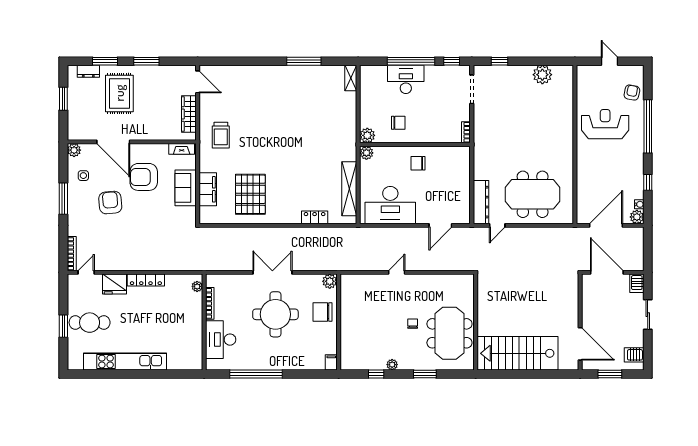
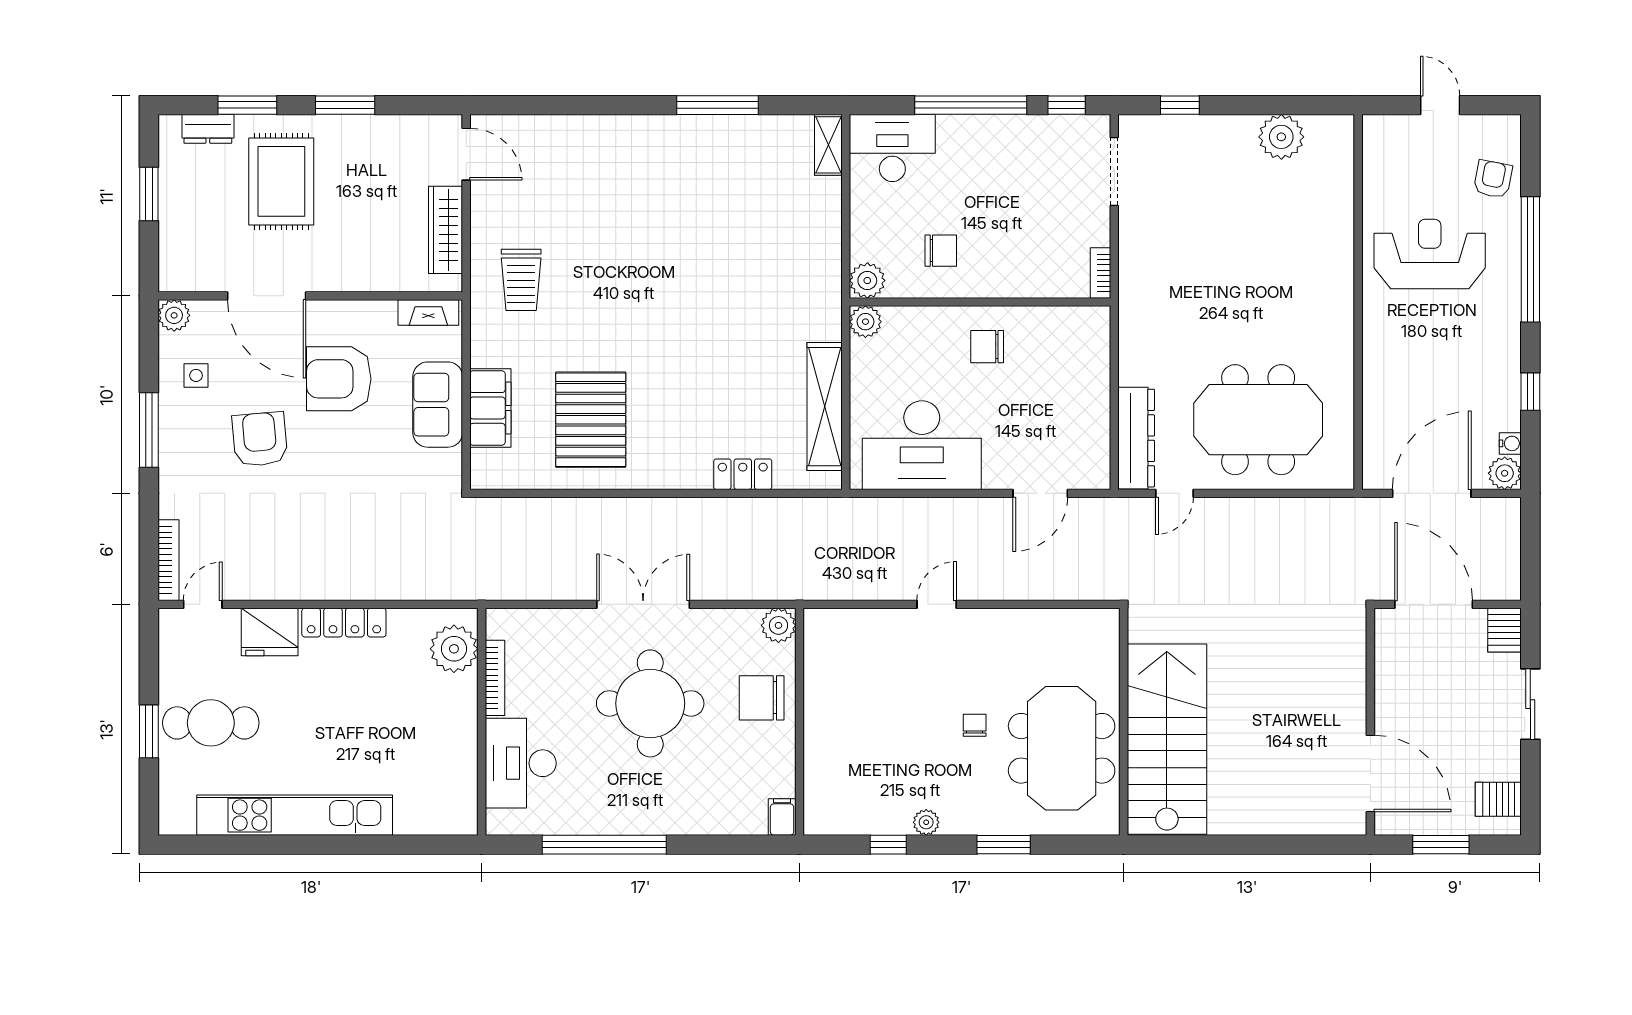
desk: (406, 79) -> (892, 148), moved
plant: (197, 286) -> (454, 649), width x1.87, depth x1.87
stairs: (518, 353) -> (1167, 739), moved, turned 90

